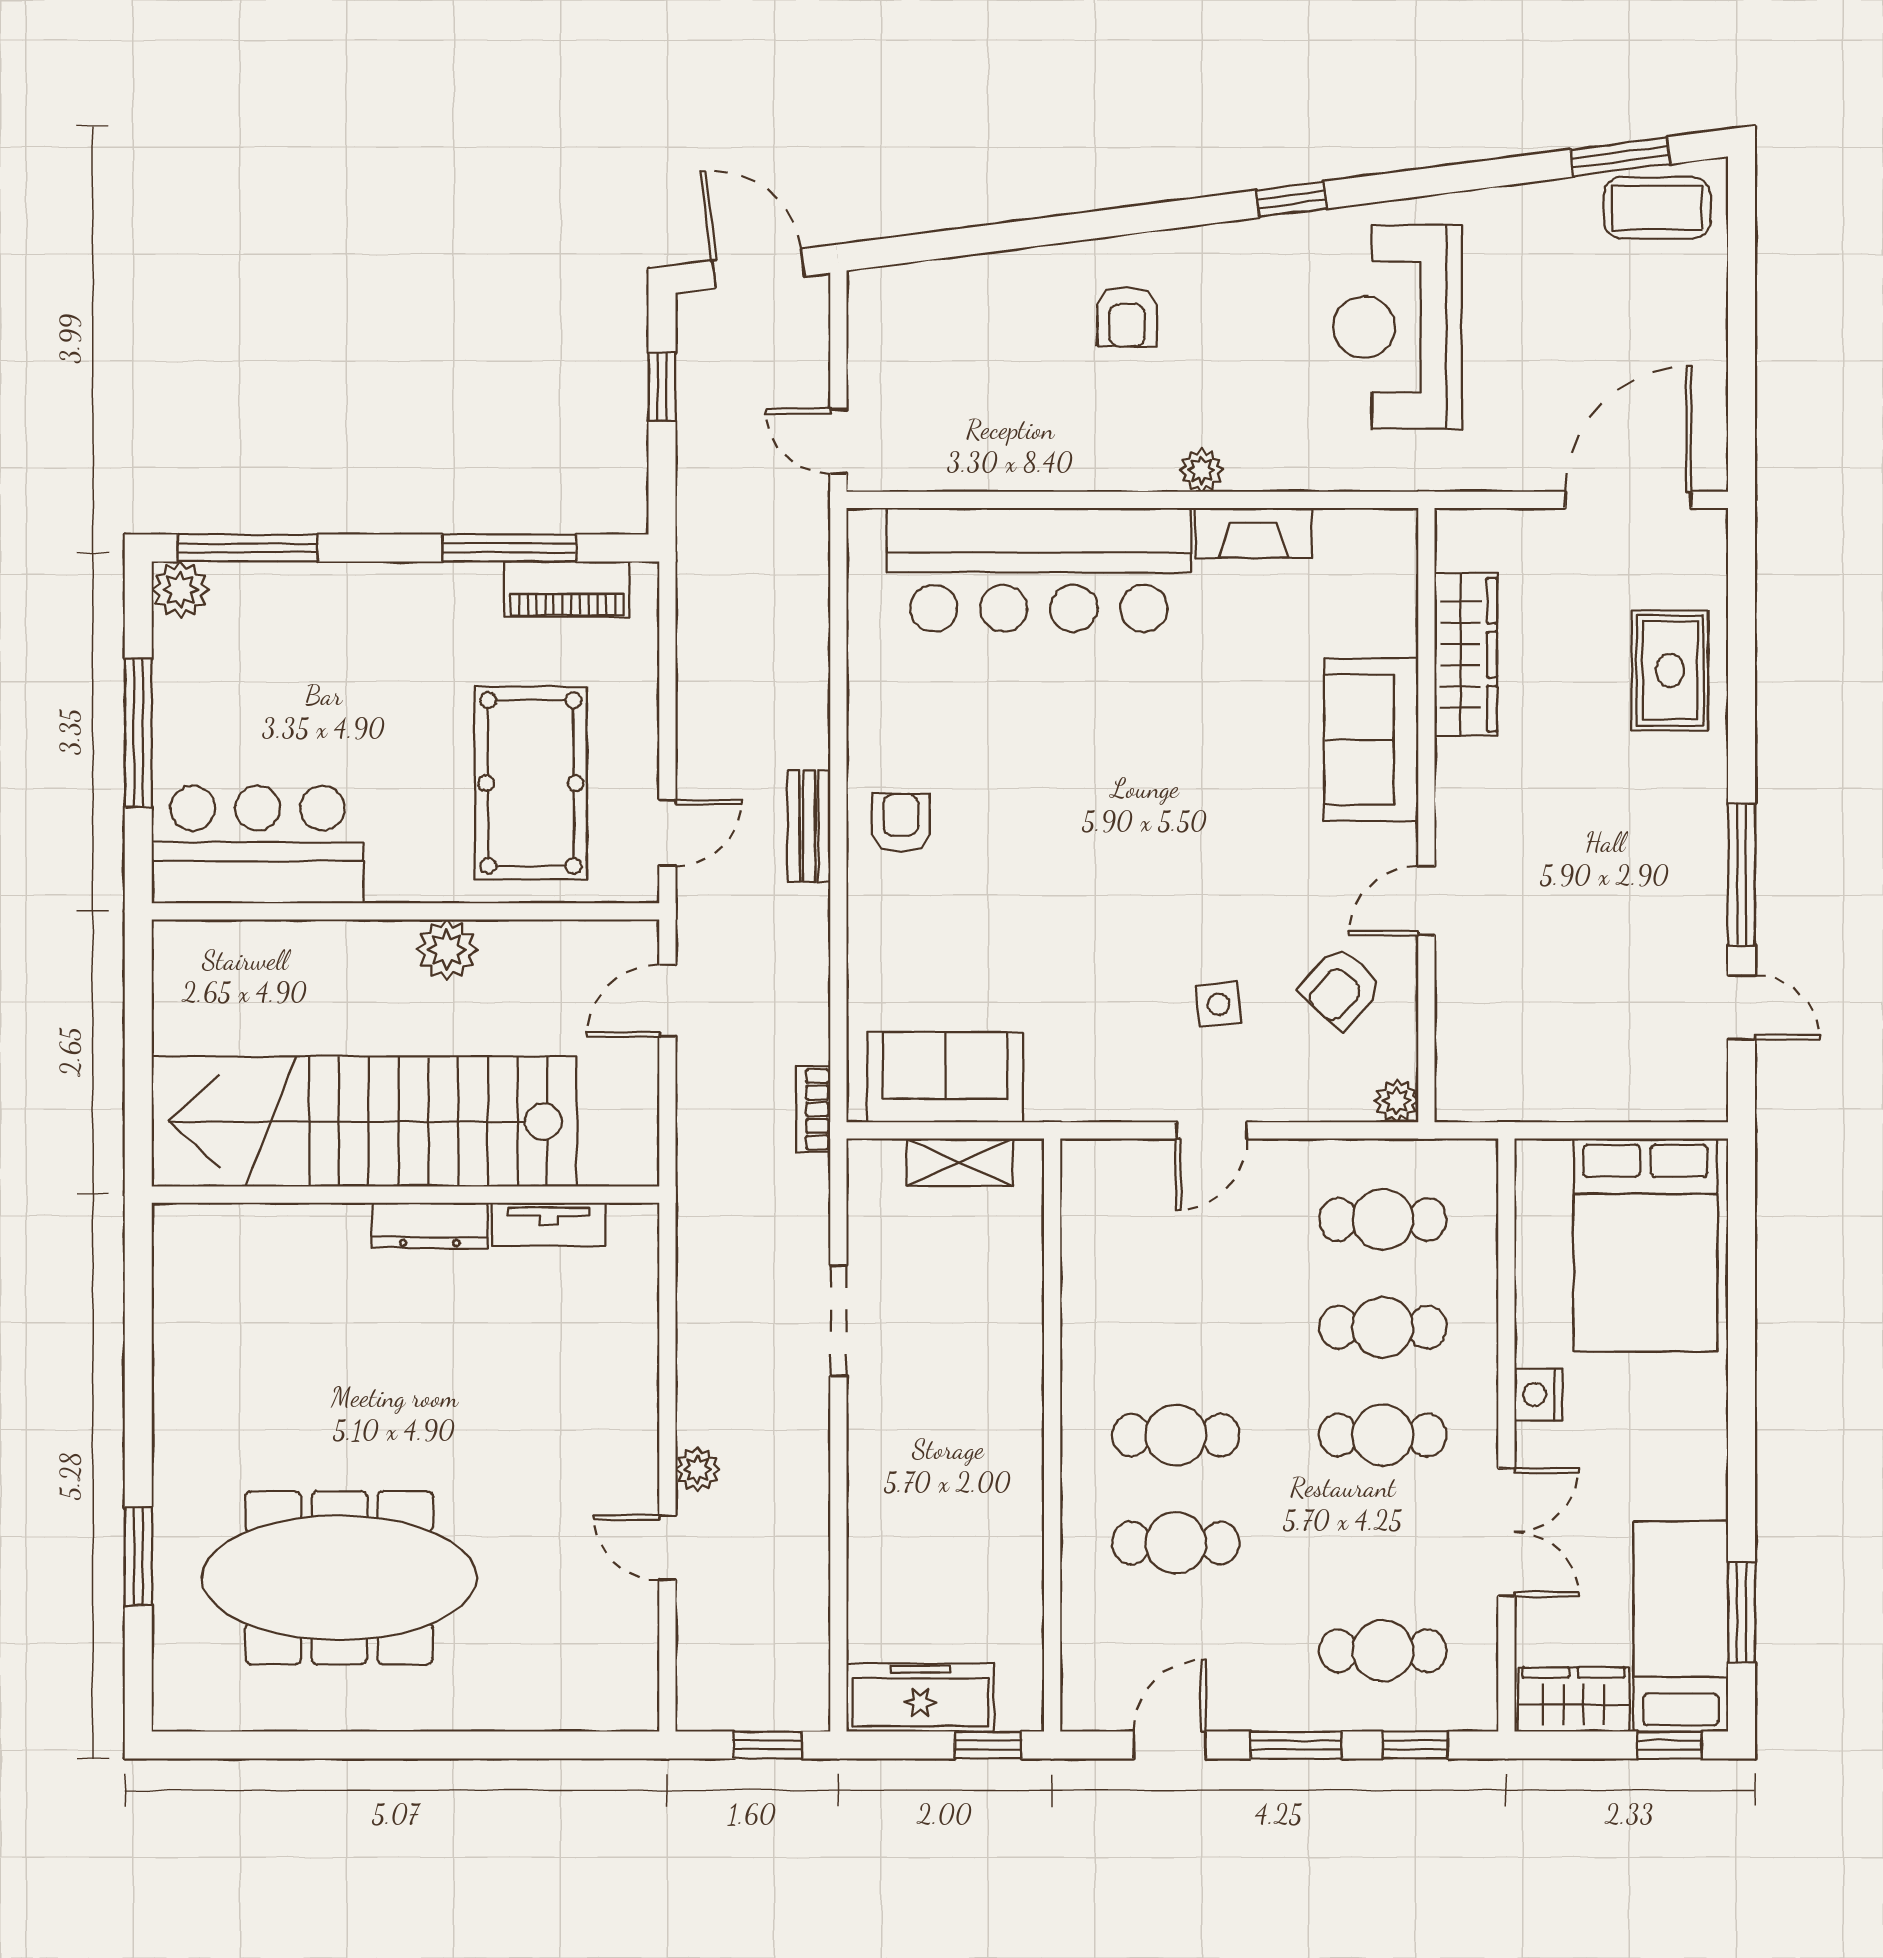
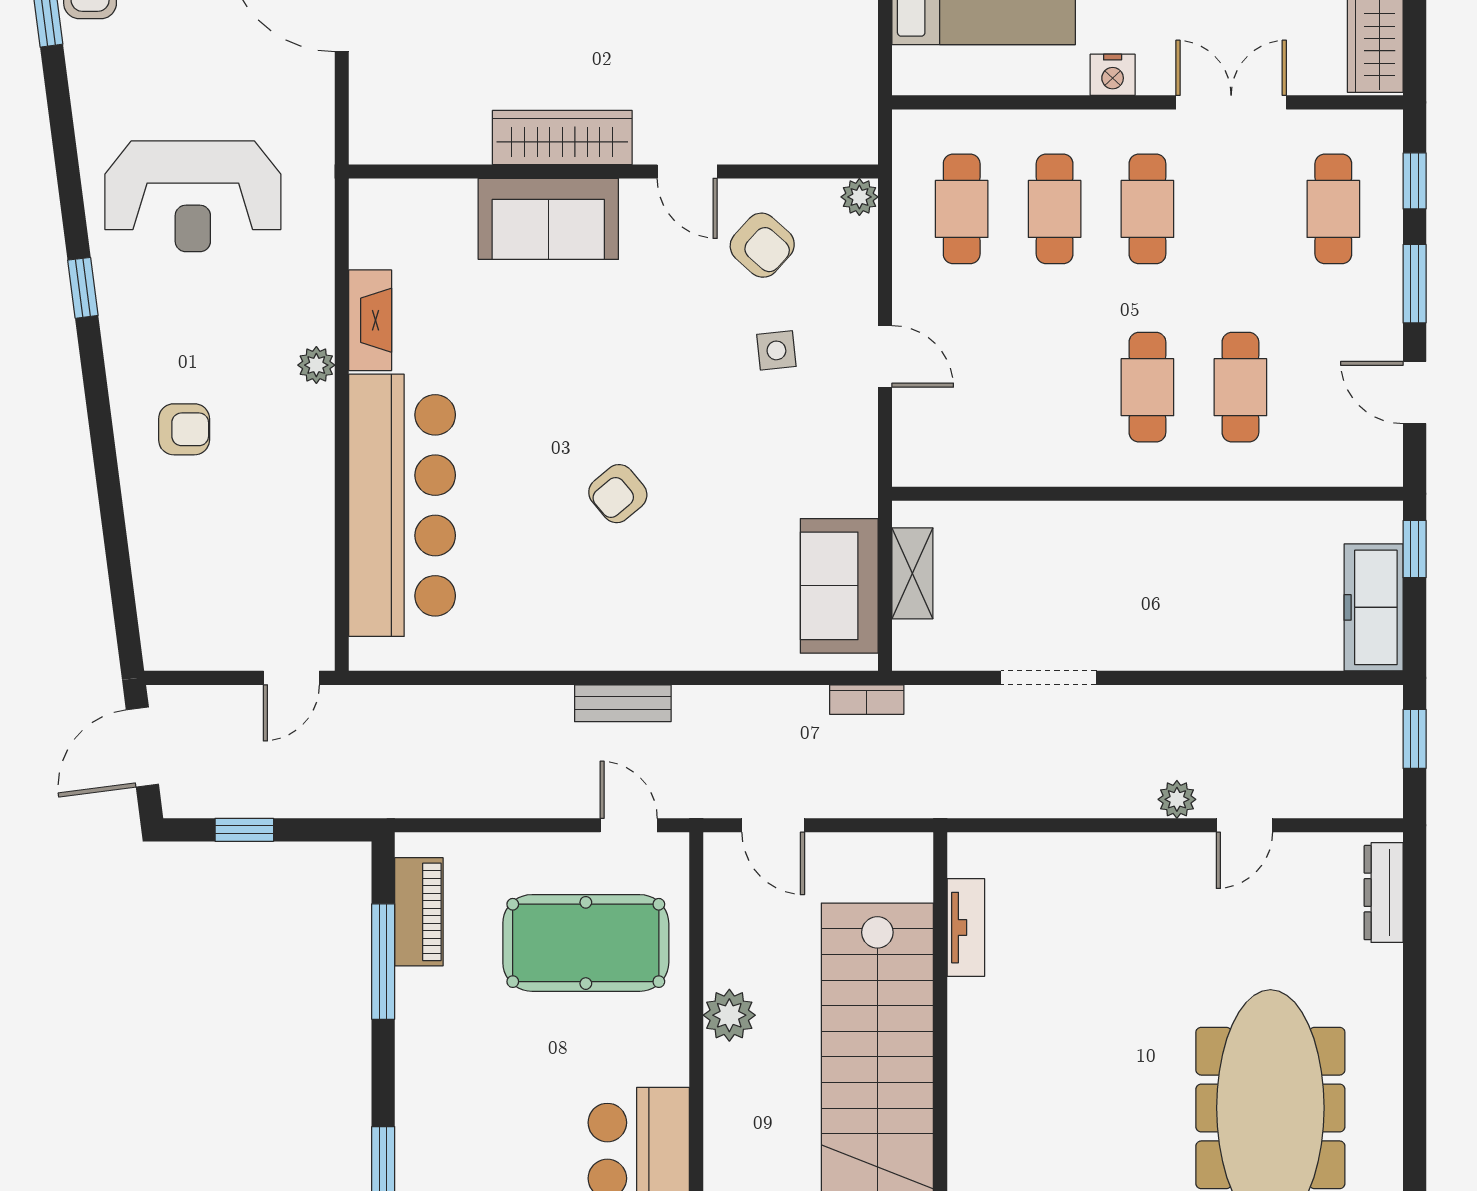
wardrobe: (1466, 655) -> (562, 137), moved
armchair: (901, 823) -> (618, 494), moved, turned -40
dresser: (430, 1225) -> (1384, 893), moved, turned 180

